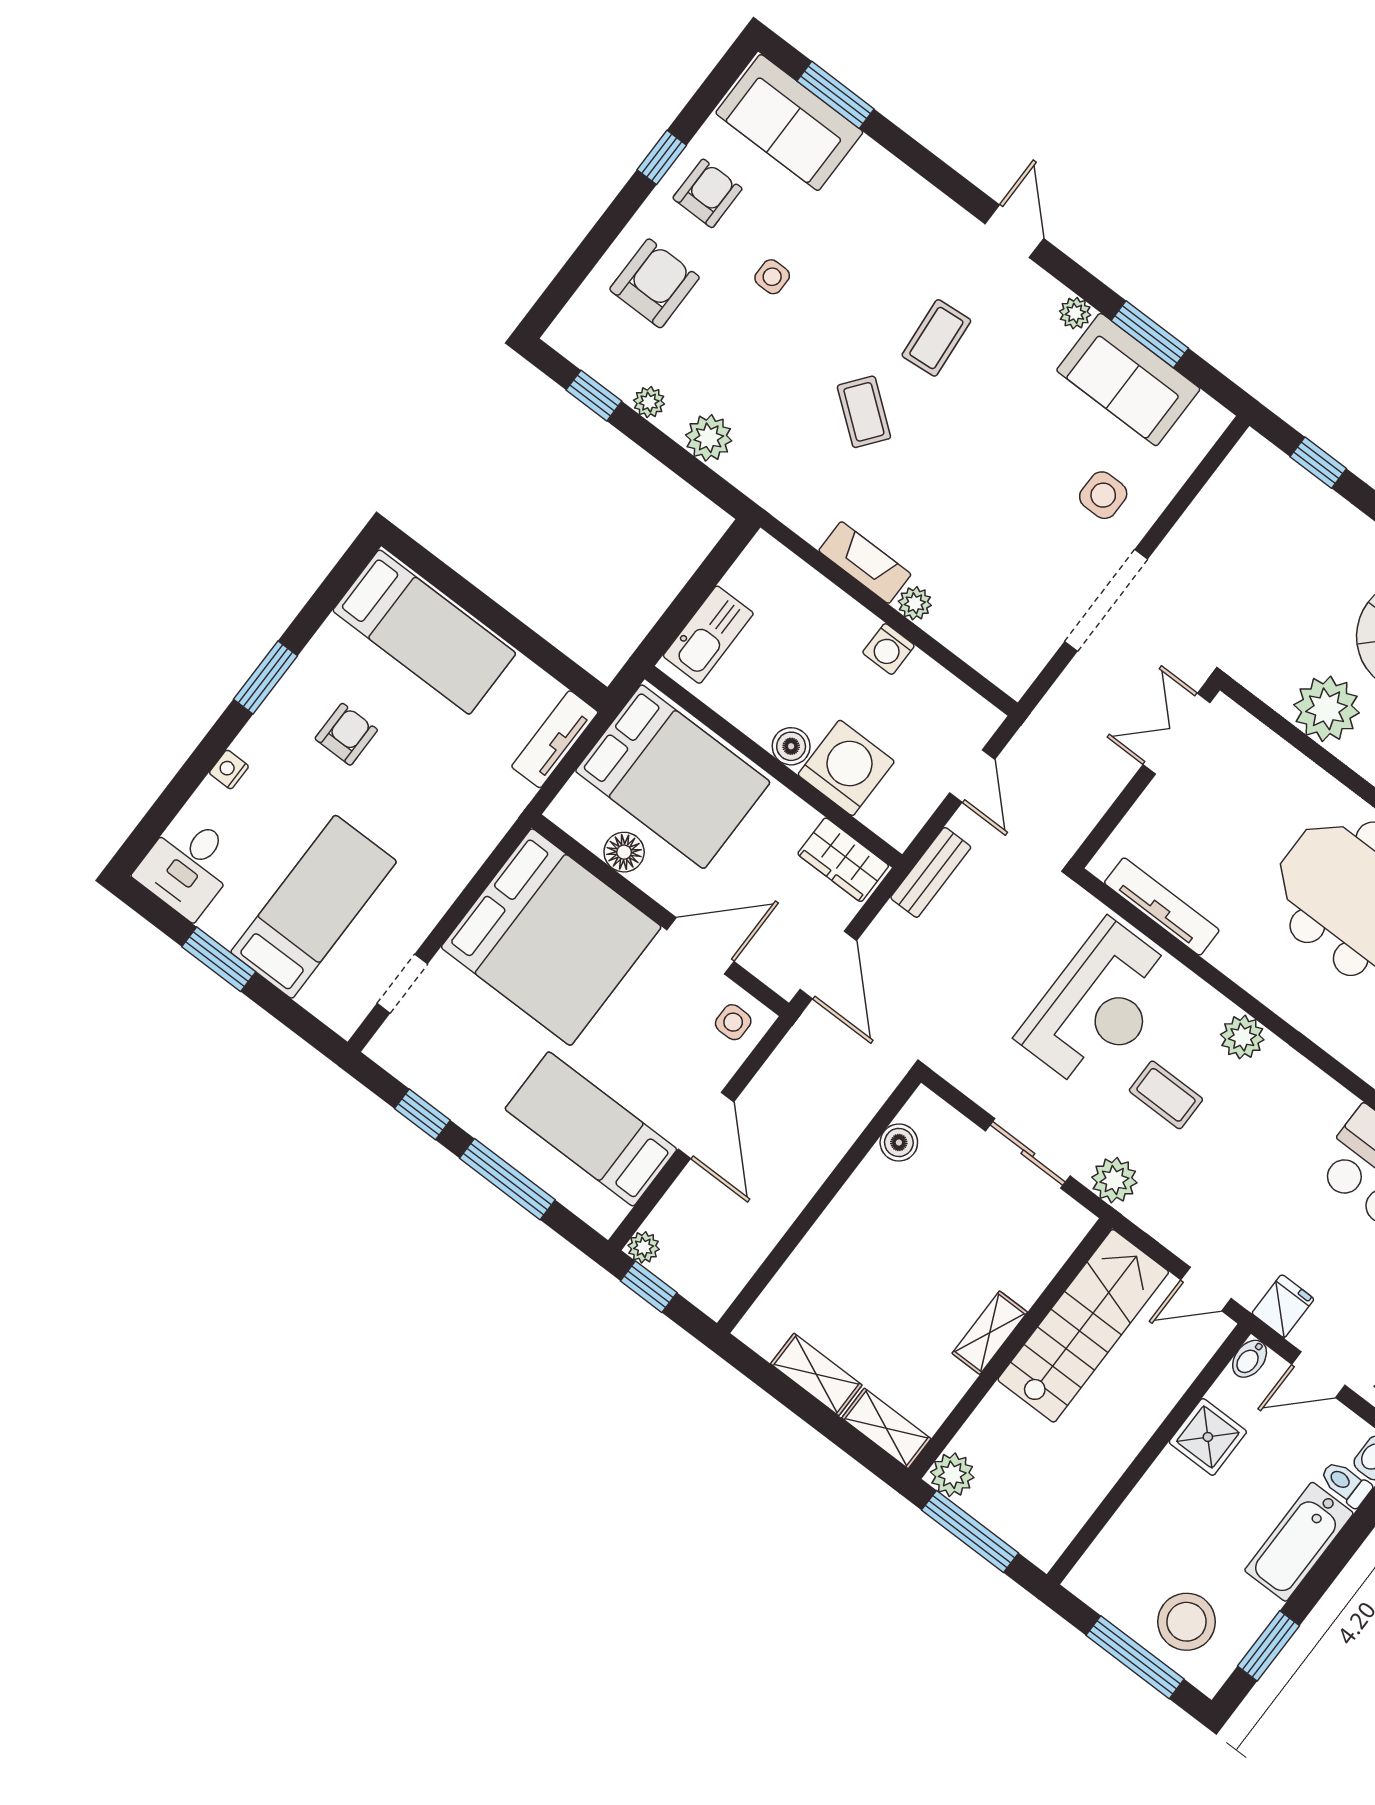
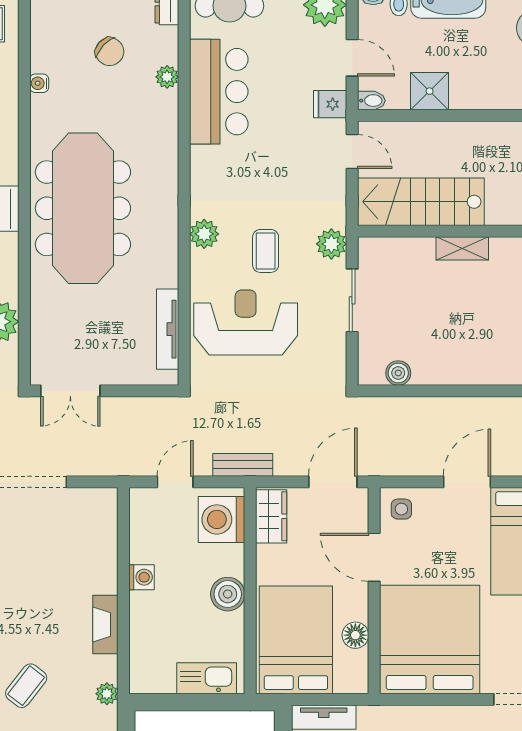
plant: (915, 603) -> (107, 694), moved
boiler: (791, 746) -> (228, 594), width x1.36, depth x1.36
washing machine: (846, 768) -> (222, 519), moved

